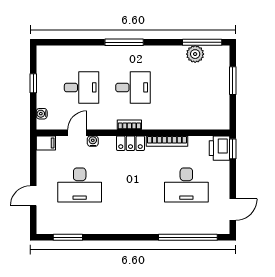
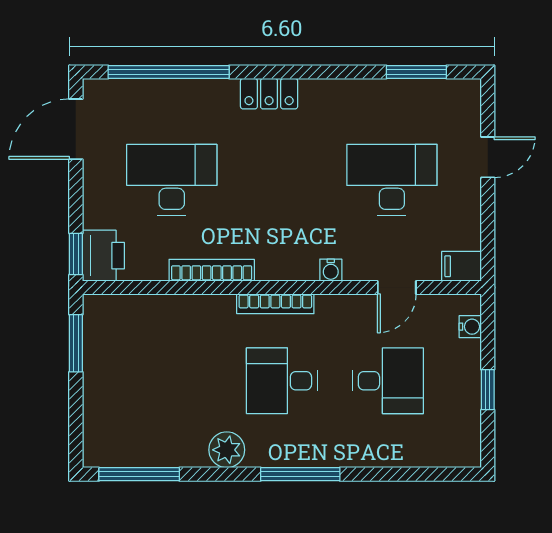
plant: (195, 54) -> (227, 450), moved
window: (233, 81) -> (76, 343), moved
desk: (82, 87) -> (388, 381), turned 180
bookcase: (129, 125) -> (275, 304), width x1.56
water cooler: (93, 141) -> (331, 270), moved
locker: (130, 143) -> (269, 94), moved, turned 180
door: (233, 209) -> (76, 129), width x1.38

